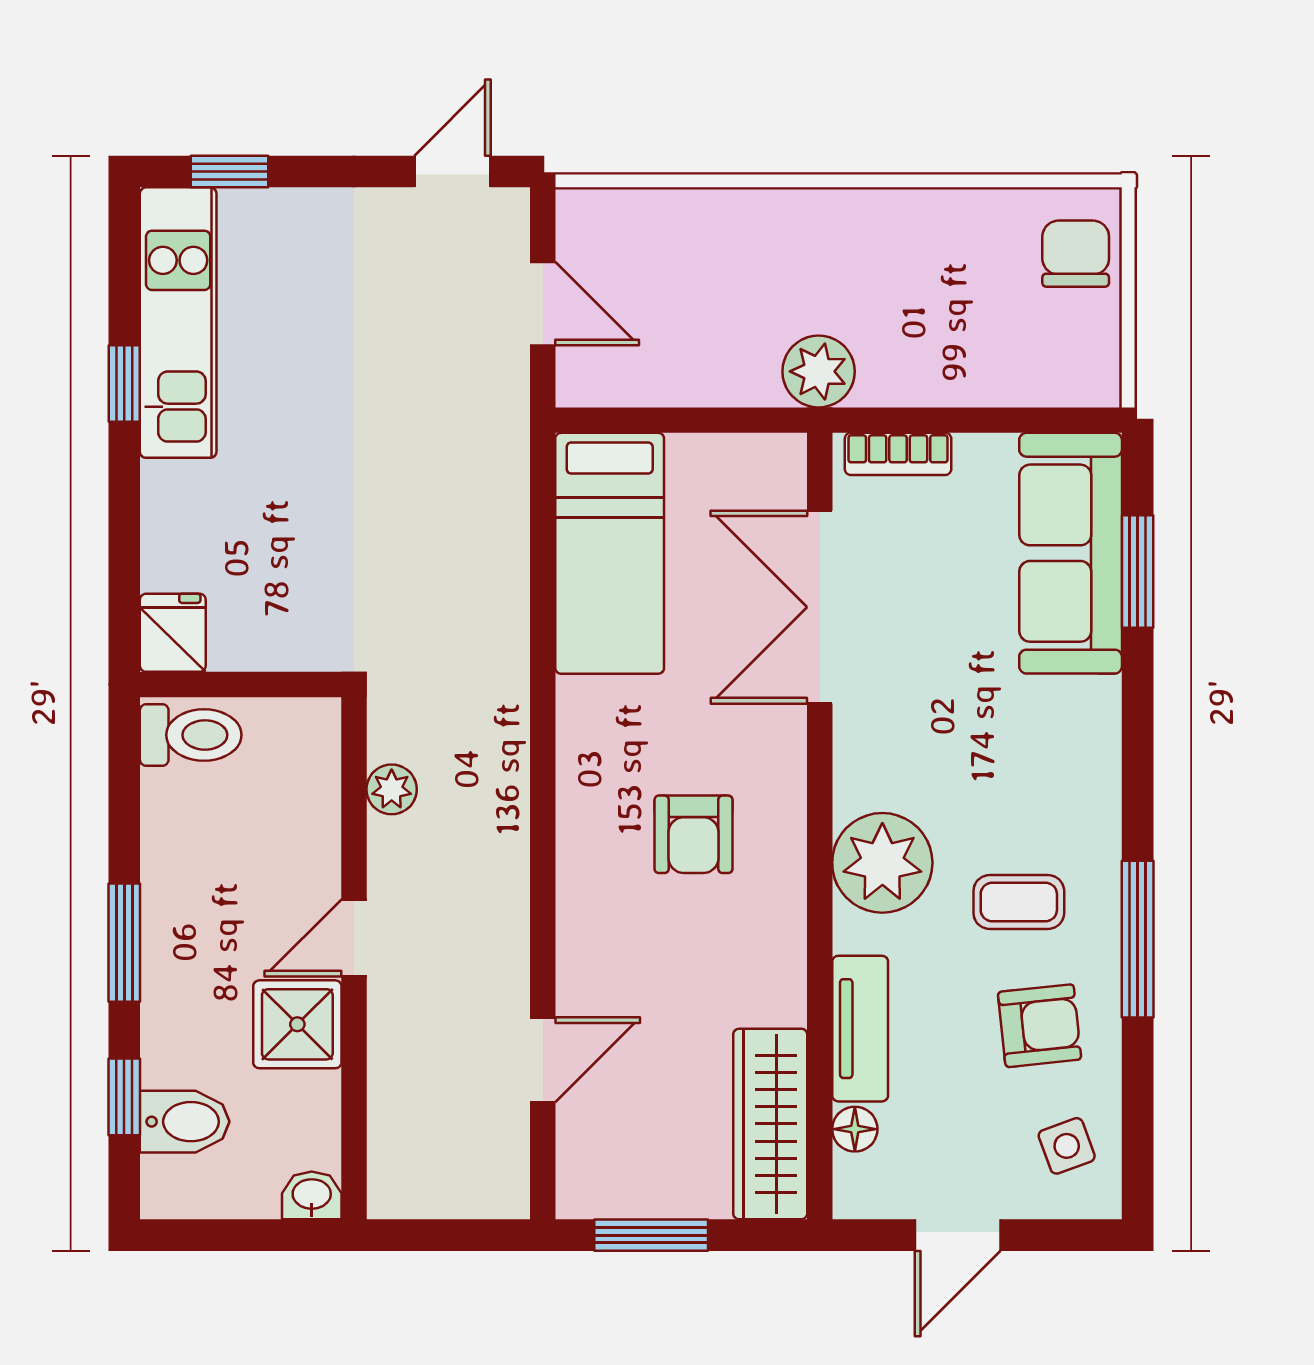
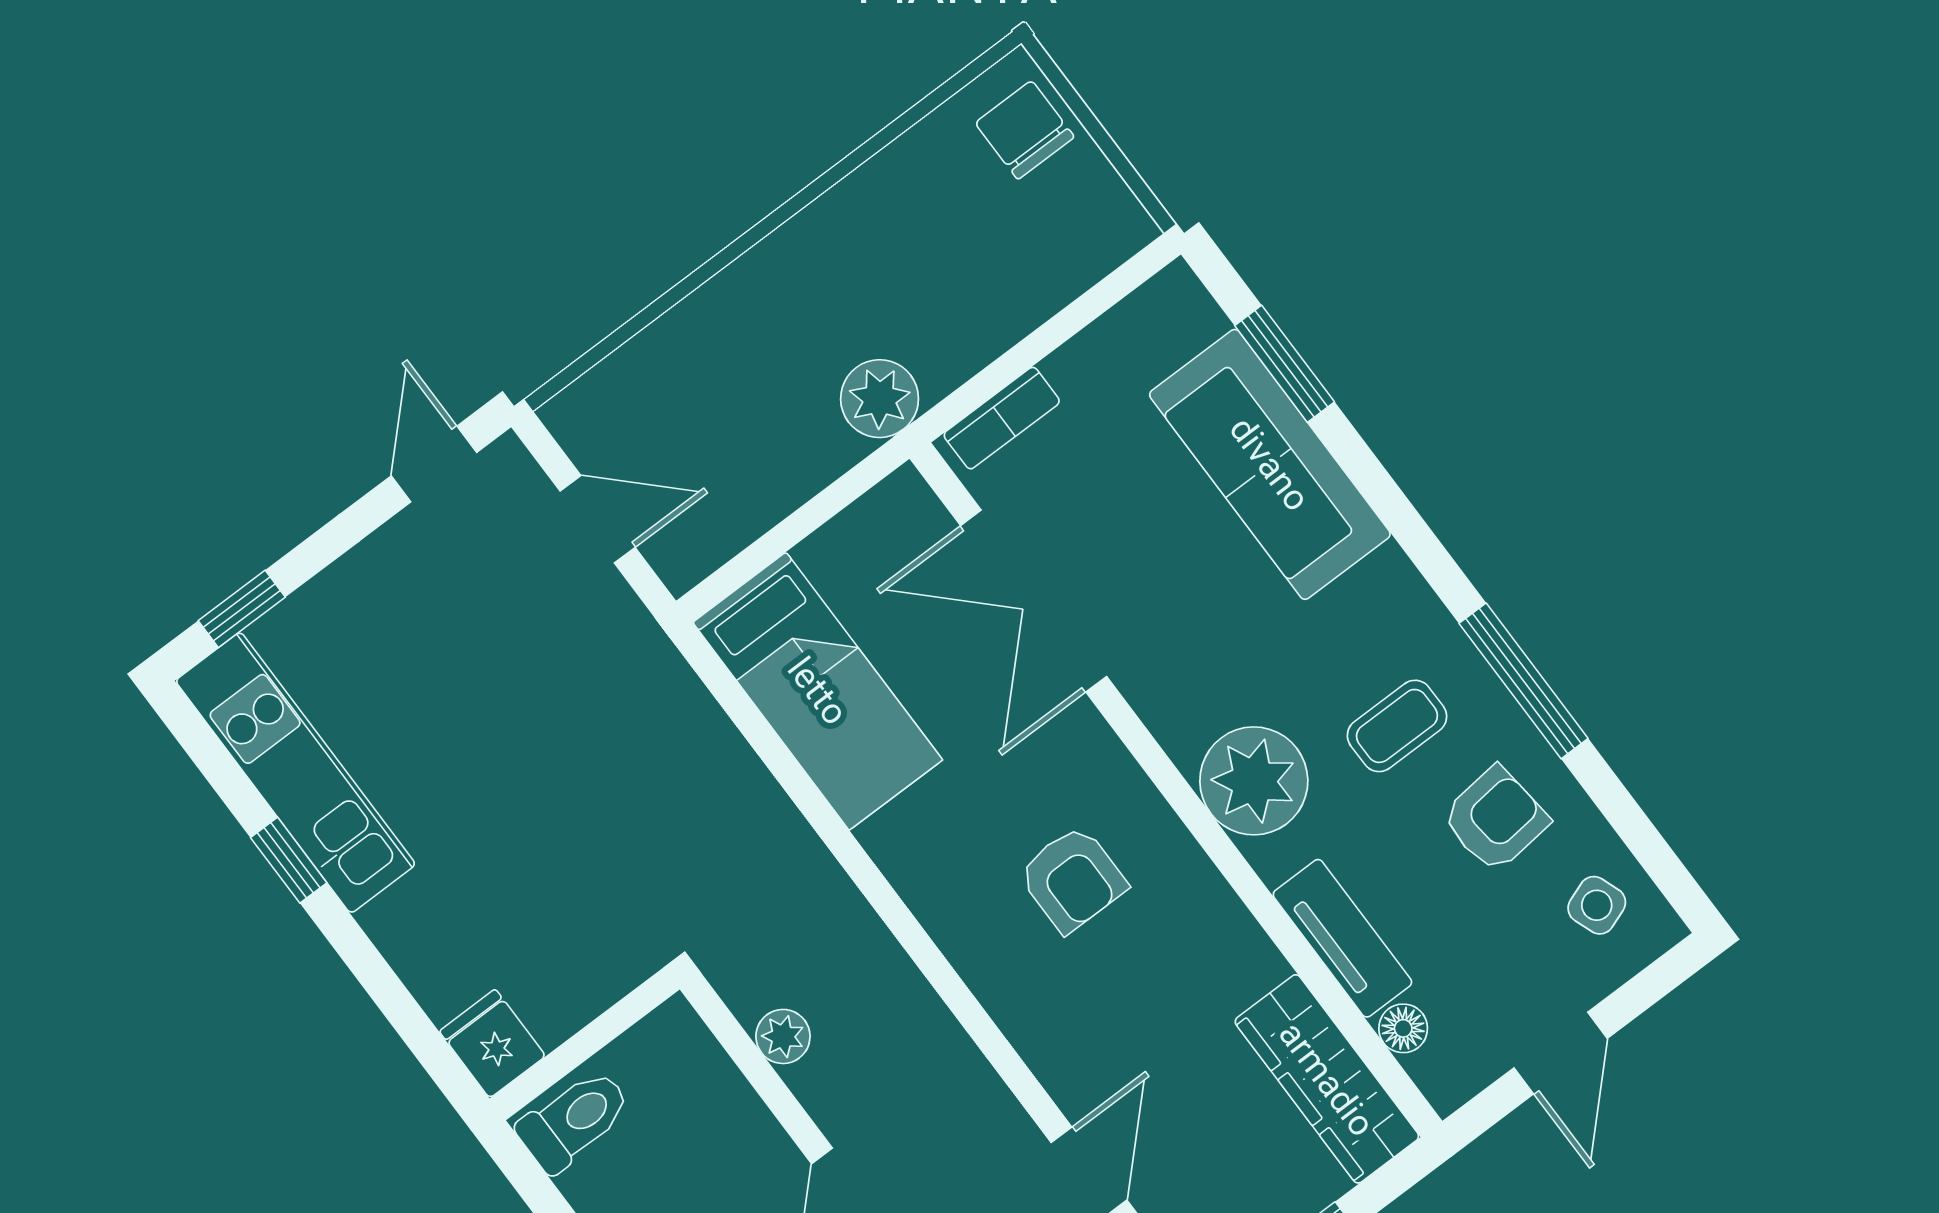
sofa: (1071, 553) -> (1270, 464), moved

